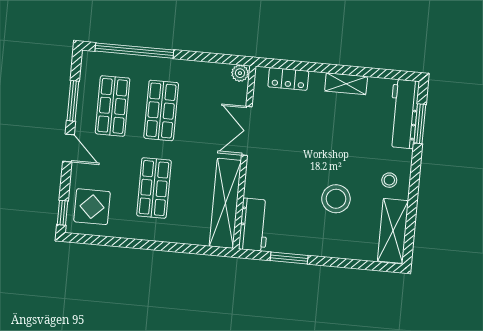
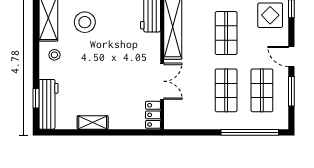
plant: (240, 73) -> (171, 123), removed
locker: (288, 79) -> (153, 115), moved, turned -90
window: (420, 124) -> (36, 98), width x0.67
stool: (336, 199) -> (85, 22), moved

